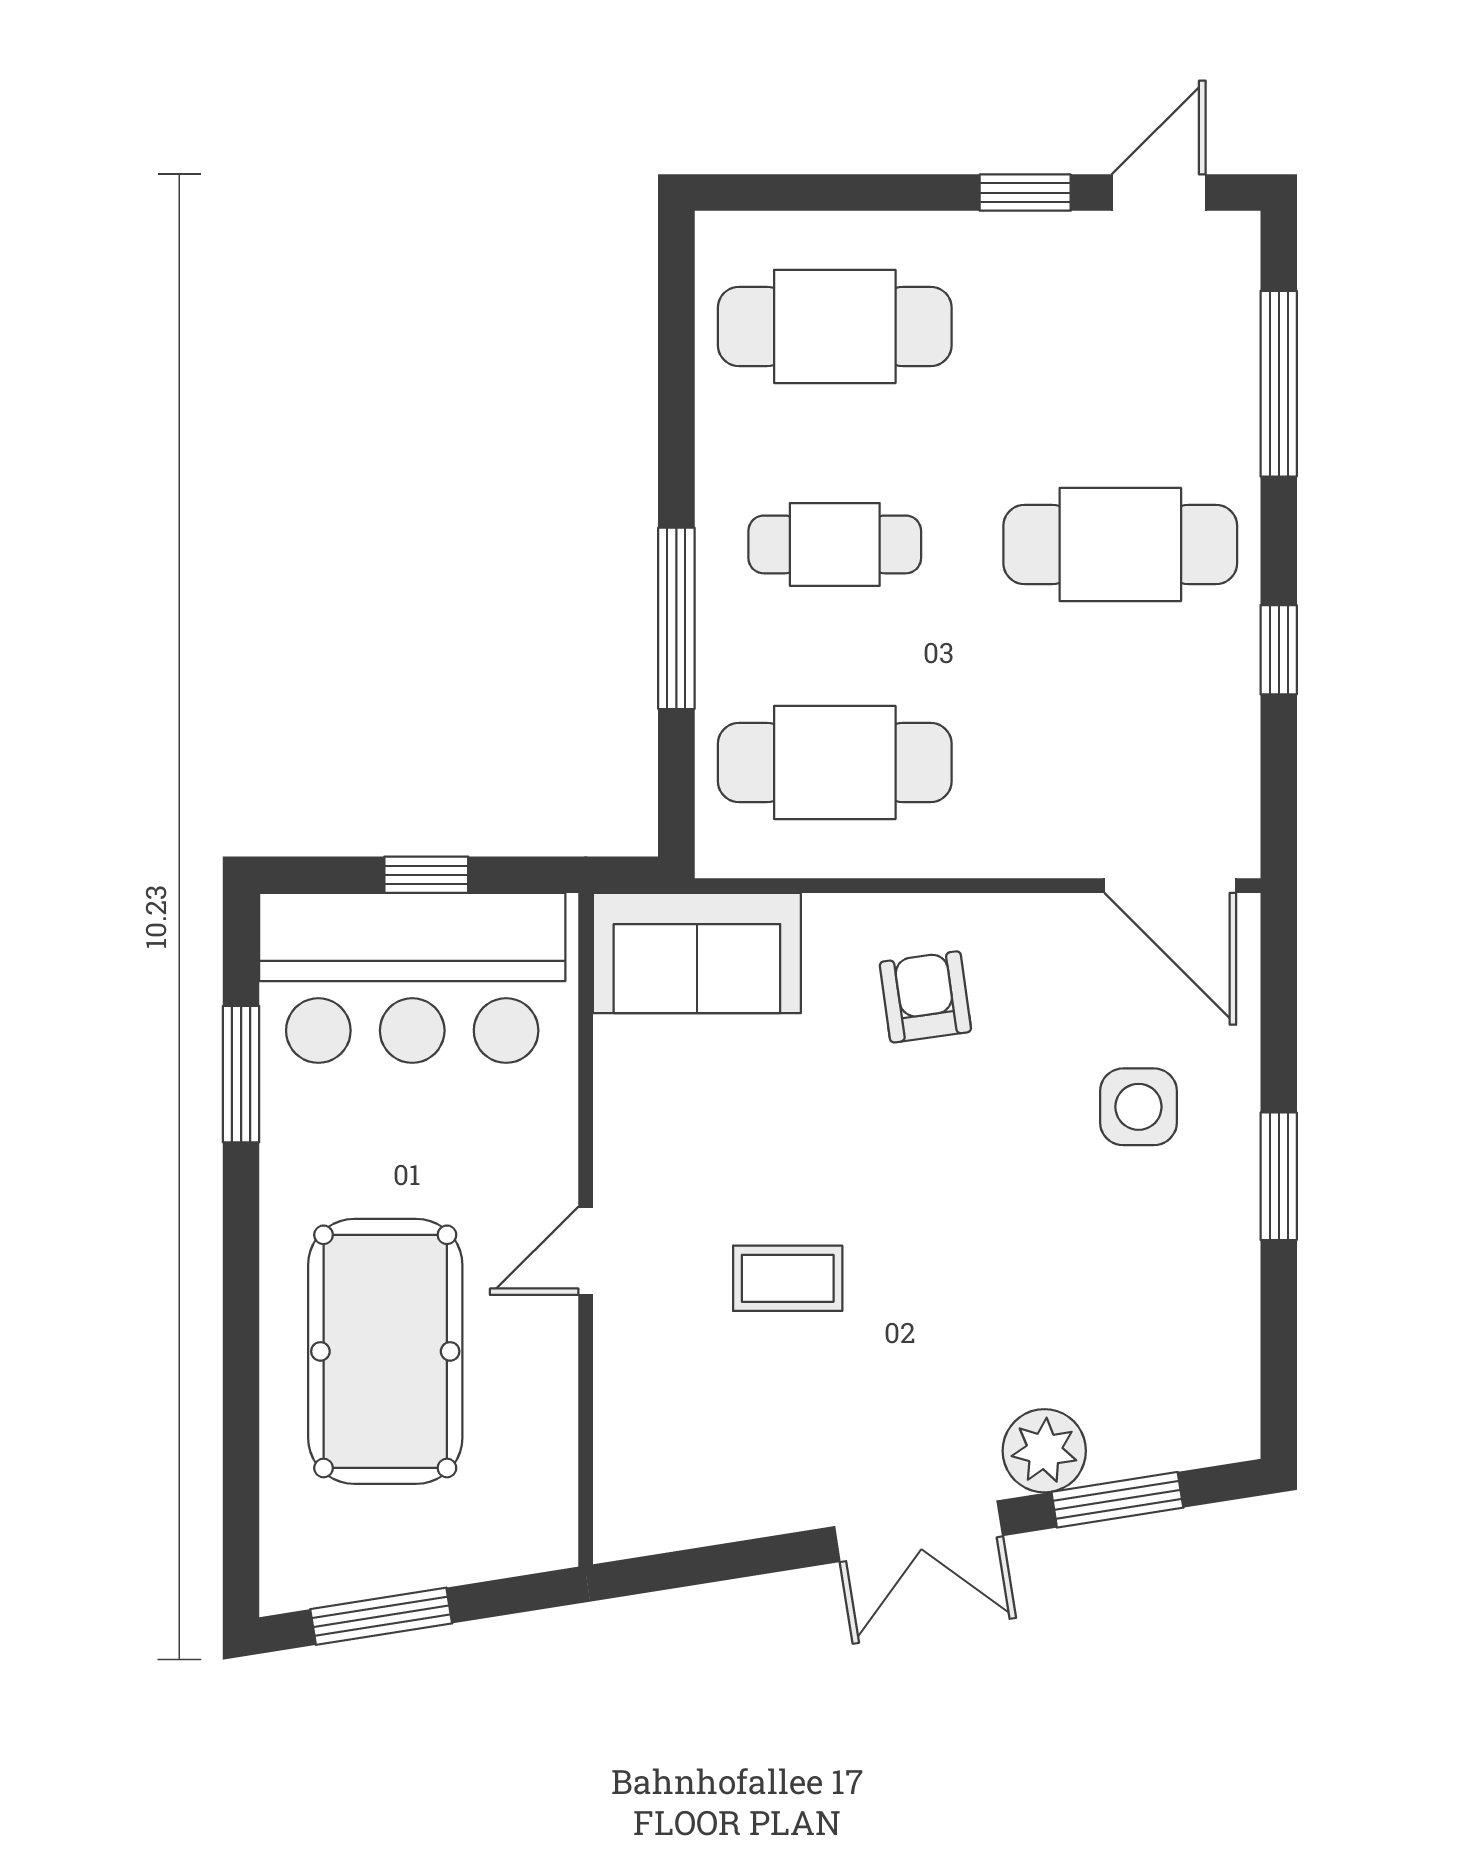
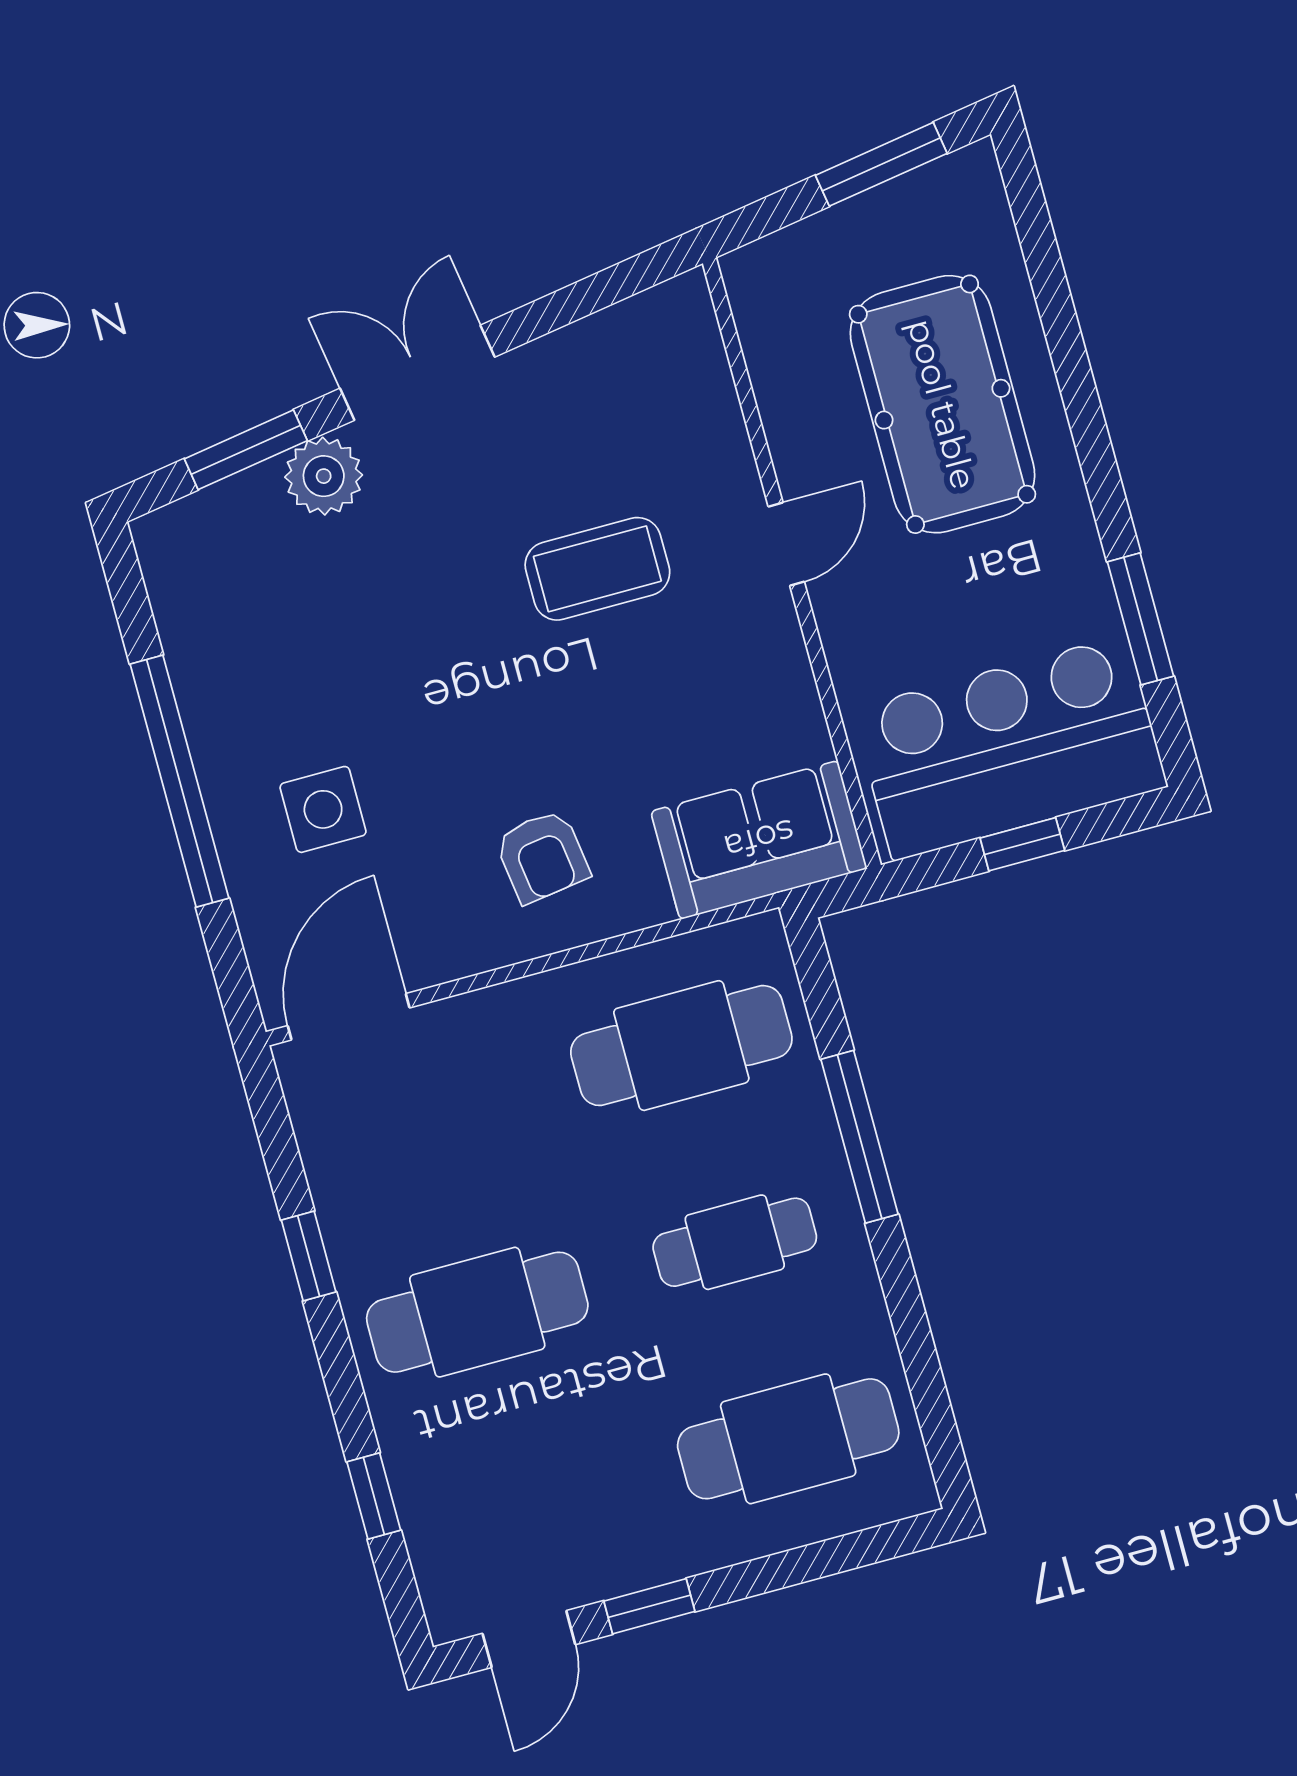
window: (1279, 384) -> (374, 1496), width x0.46
door: (1170, 886) -> (349, 1017), hinge flipped
window: (1279, 1176) -> (180, 781), width x2.11
coffee table: (788, 1278) -> (597, 569), width x1.36, depth x1.30

